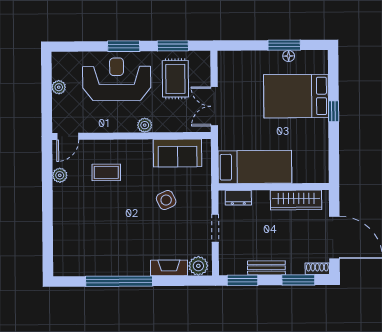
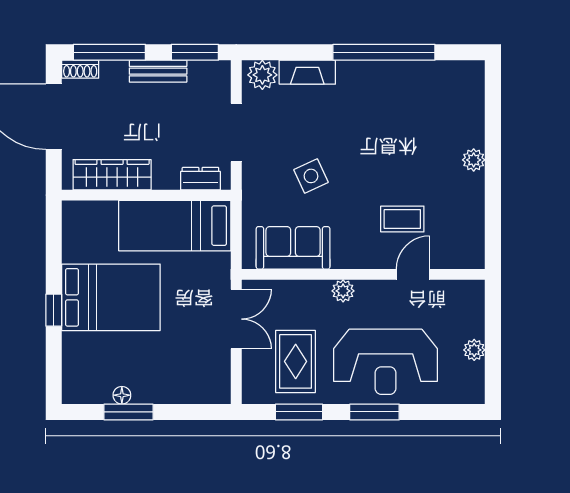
bed: (296, 96) -> (111, 297), moved
door: (68, 136) -> (413, 274), moved
plant: (60, 175) -> (474, 160), moved
doorway: (215, 228) -> (236, 133), width x1.38
window: (298, 280) -> (109, 52), width x1.44

